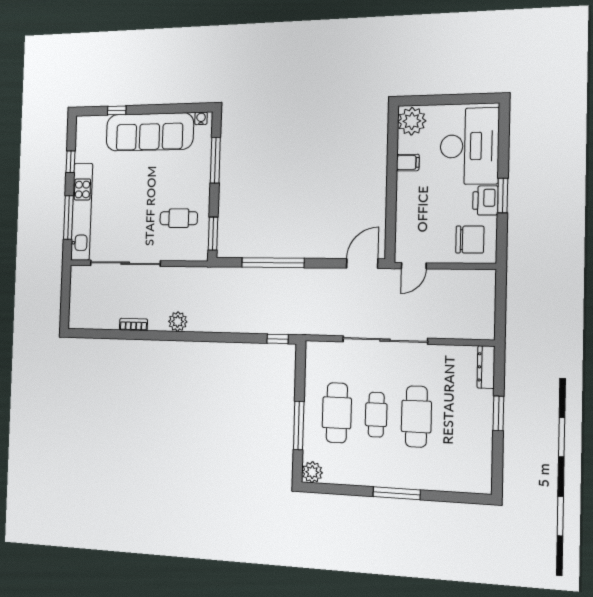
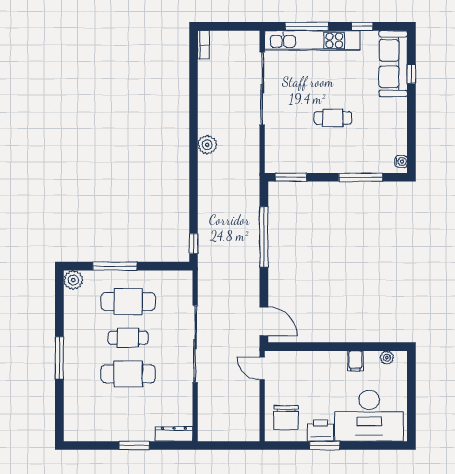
plant: (412, 121) -> (387, 358), width x0.53, depth x0.53
sofa: (150, 132) -> (393, 64), moved, width x0.74, depth x0.79
cafe table: (179, 218) -> (333, 118), moved, turned 90
bookcase: (134, 324) -> (203, 45), moved

